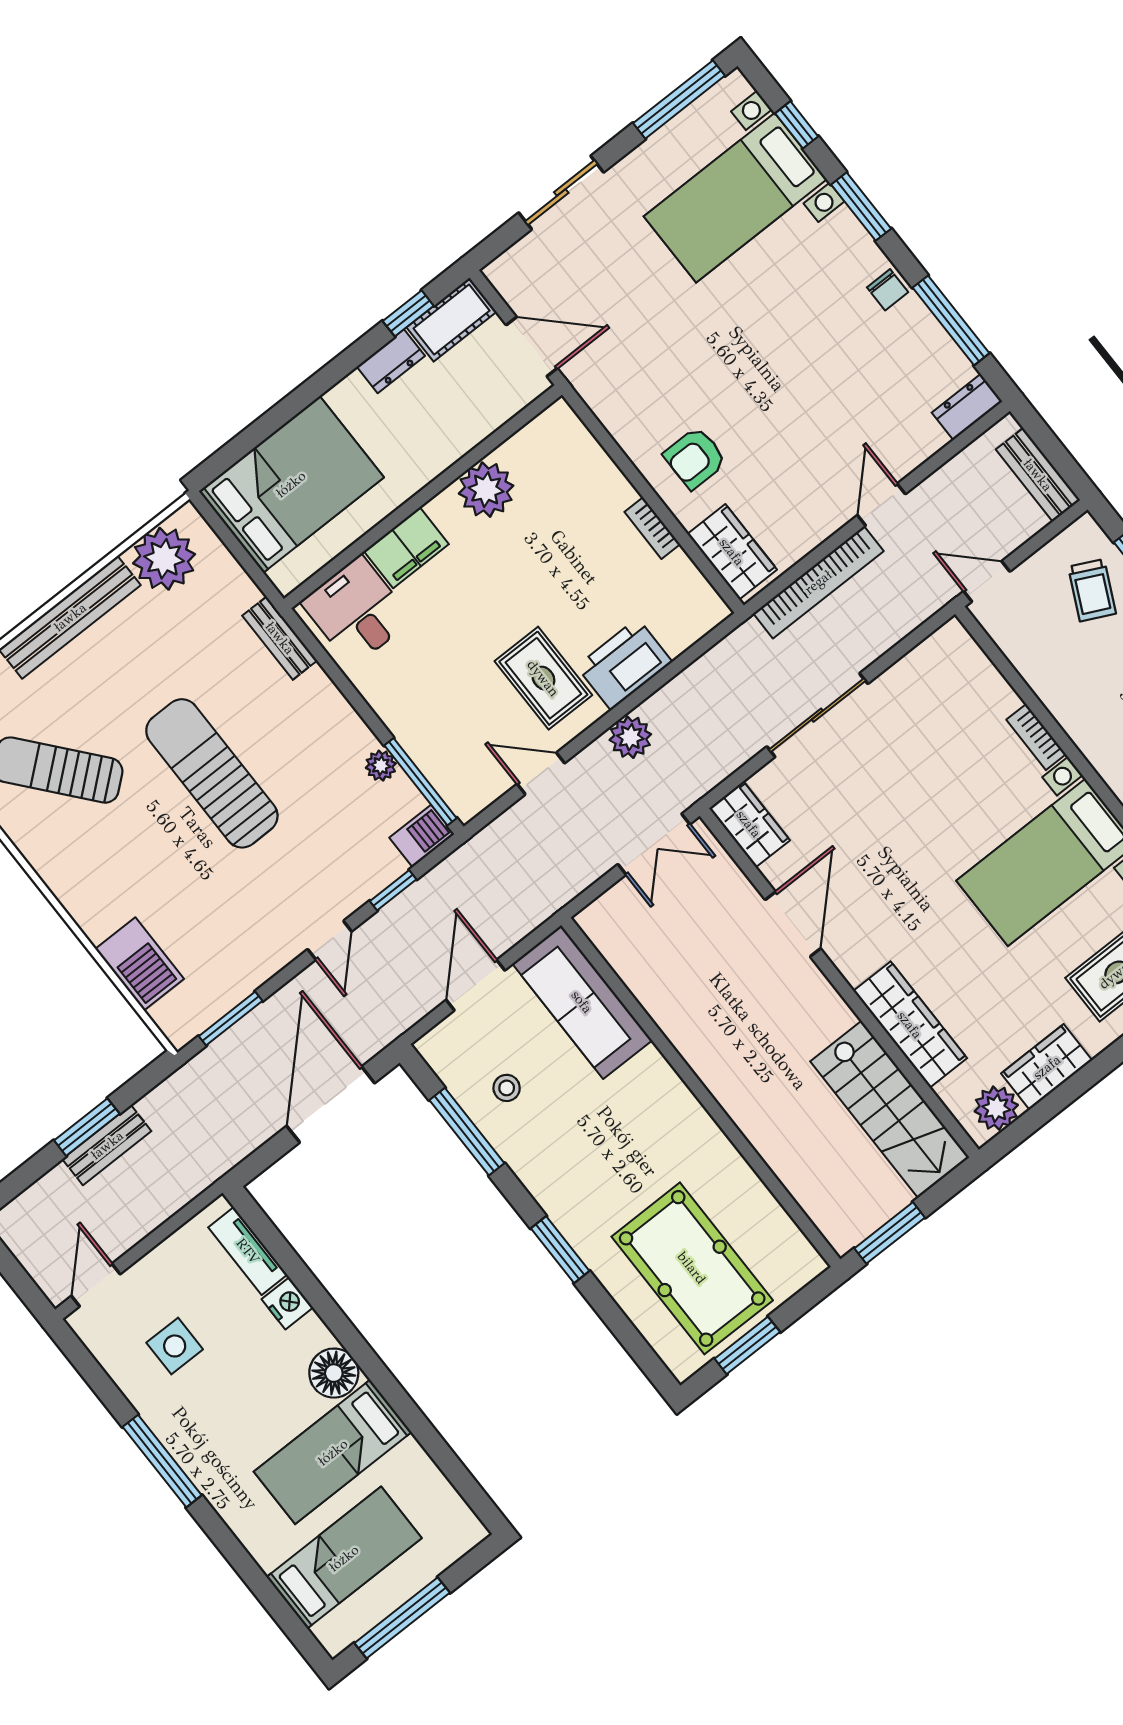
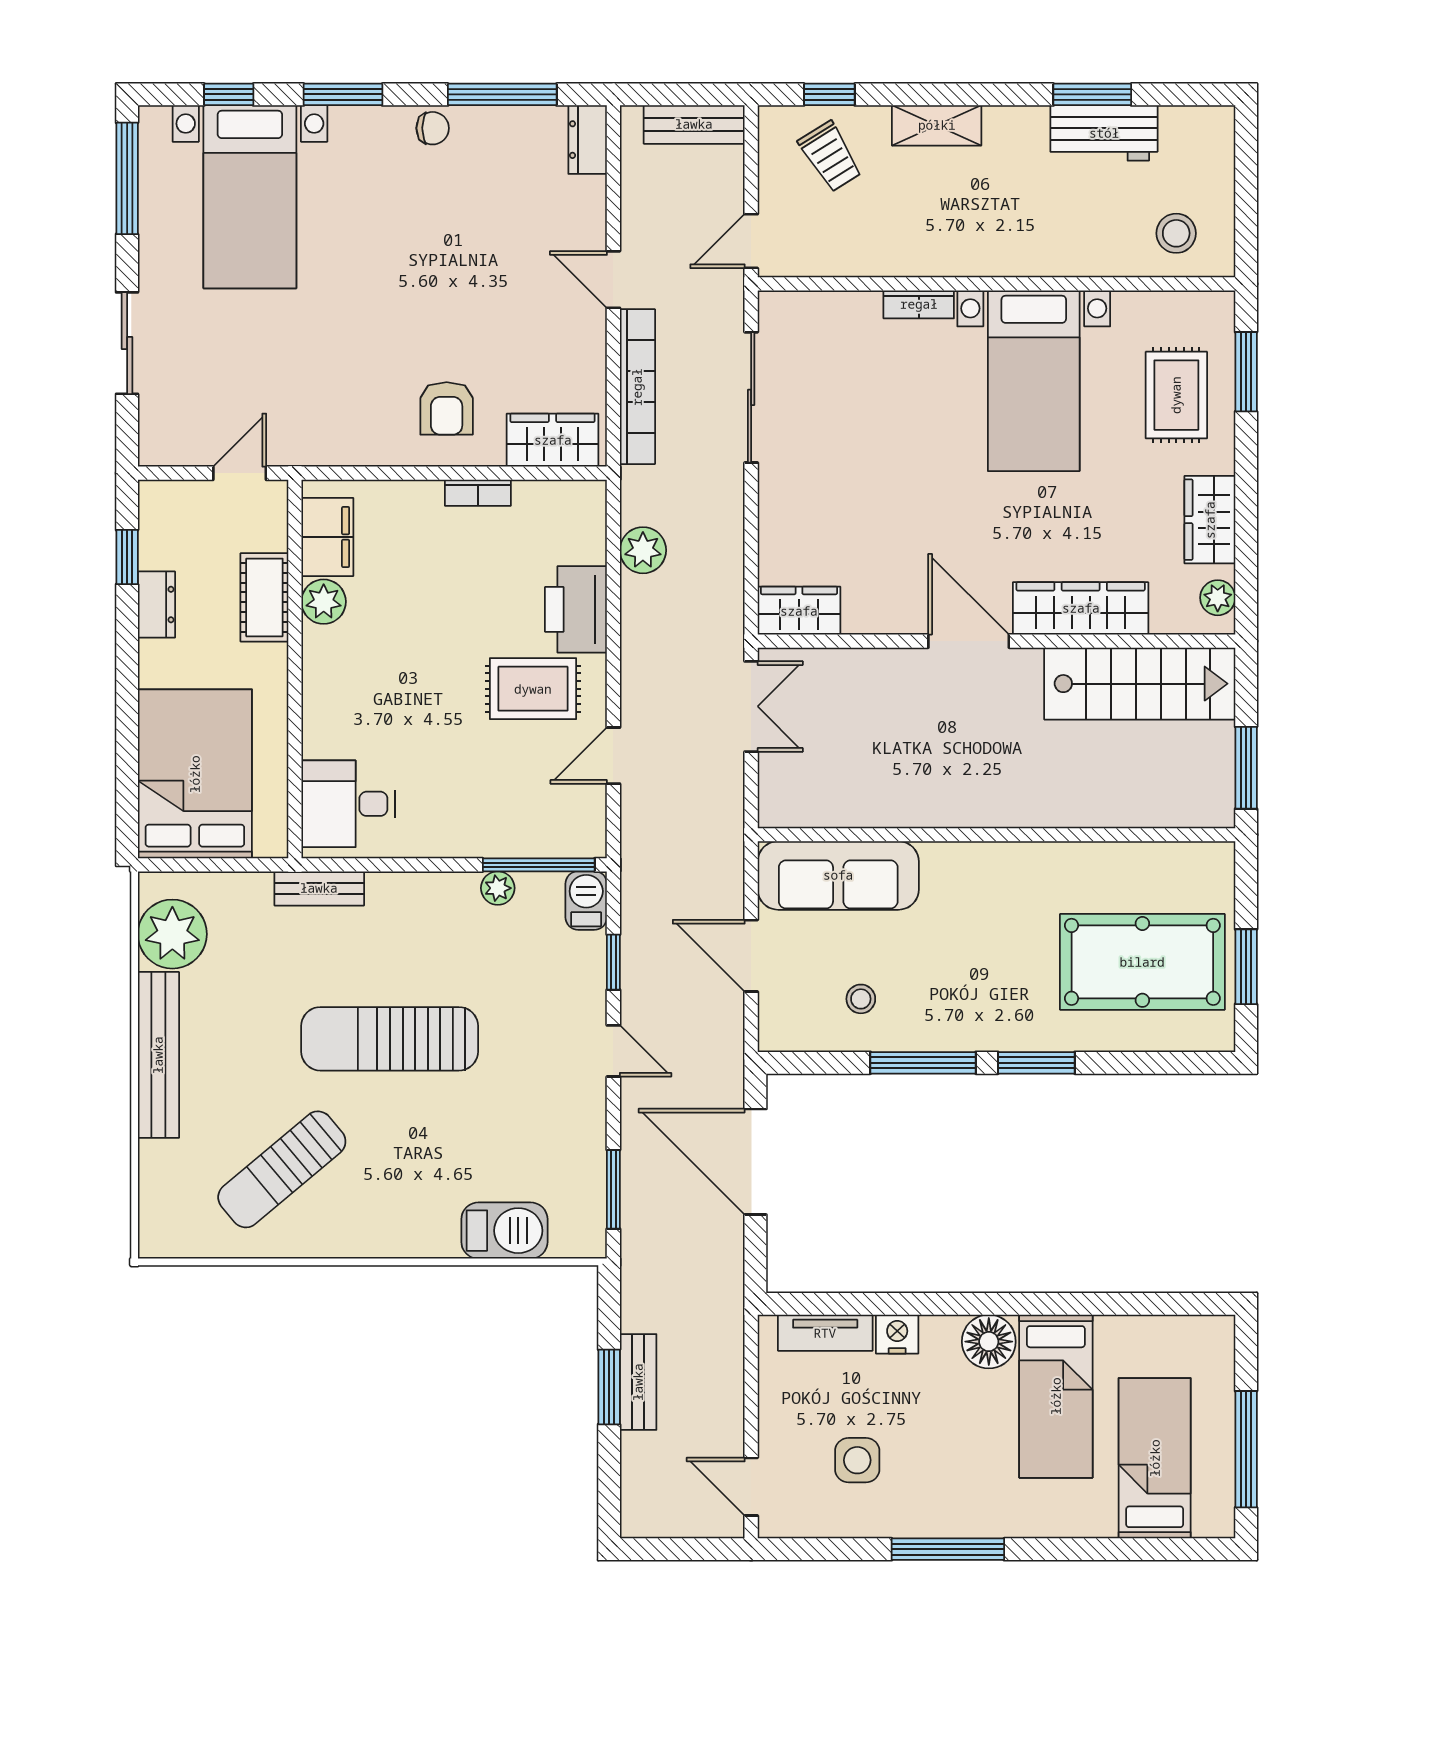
cot: (452, 320) -> (264, 597), moved
door: (532, 347) -> (240, 473), width x0.73
plant: (486, 490) -> (324, 602), width x0.73, depth x0.73
filing cabinet: (406, 548) -> (327, 537), moved
trolley: (1092, 590) -> (830, 157), turned 32
sliding door: (817, 715) -> (751, 397), moved
plant: (630, 737) -> (643, 550), moved
door: (793, 924) -> (969, 641), moved
plant: (996, 1108) -> (1218, 598), width x0.73, depth x0.73
window: (467, 1132) -> (923, 1063), moved

